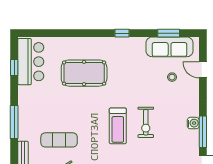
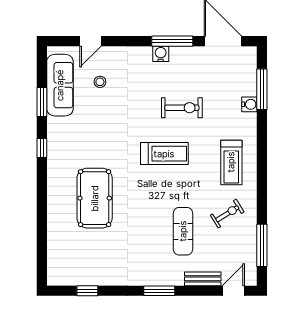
window: (169, 33) -> (42, 102), moved
bar counter: (31, 62) -> (80, 269), removed
window: (14, 122) -> (159, 291), width x0.69
exercise bike: (146, 122) -> (182, 108), moved

